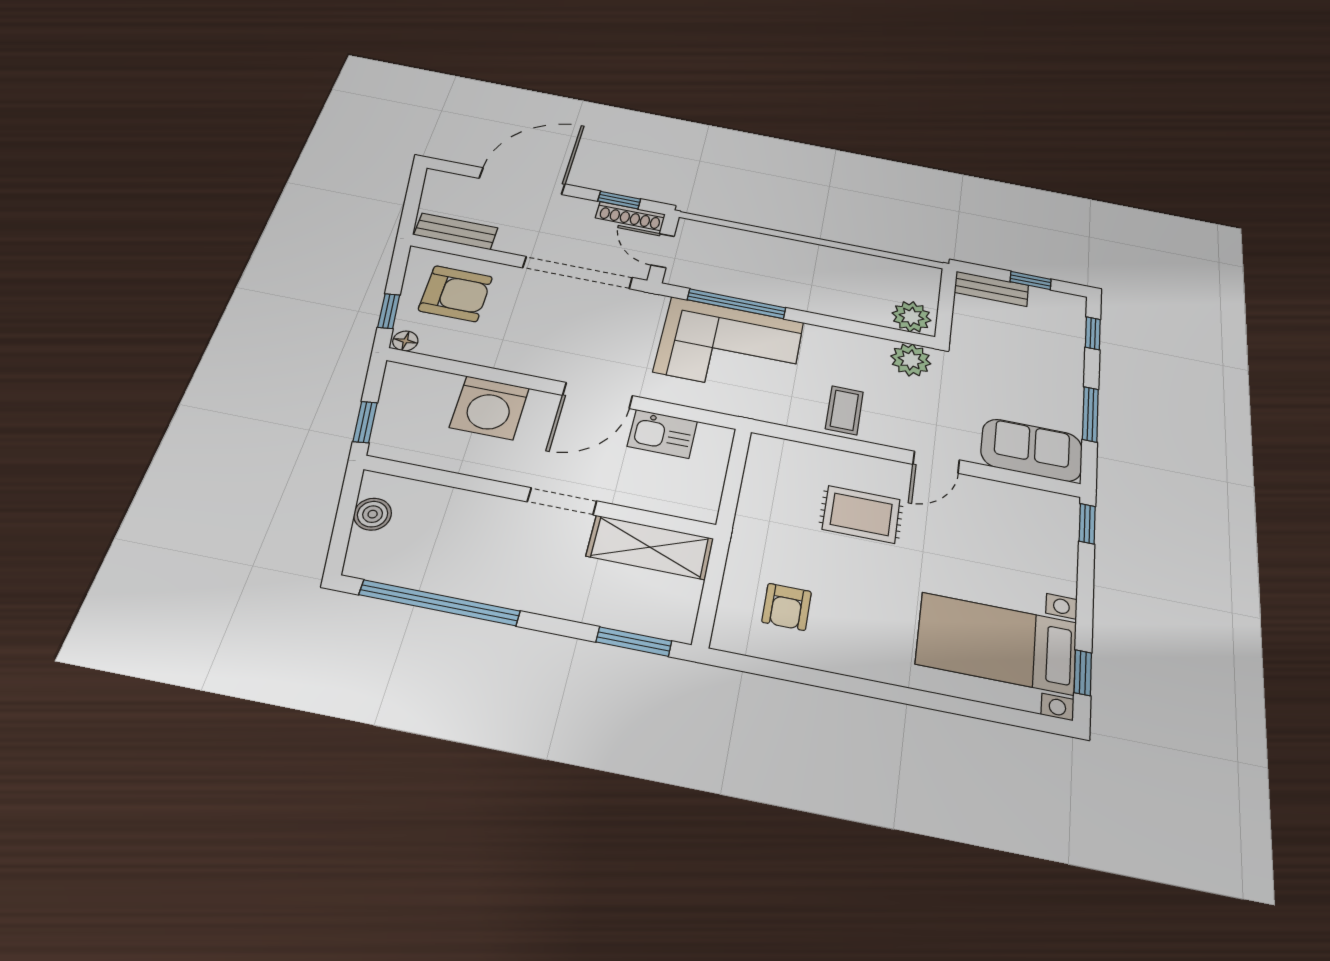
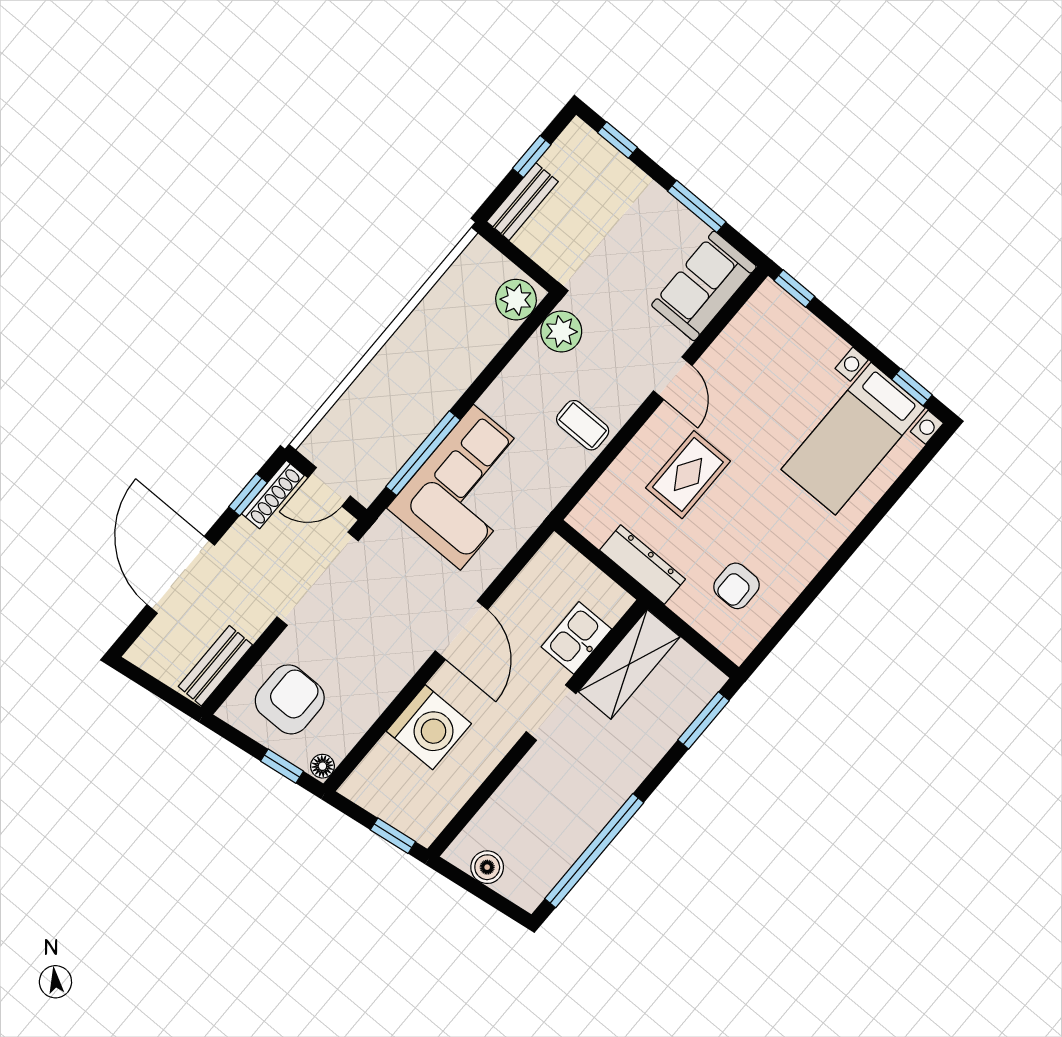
kitchen sink: (662, 434) -> (576, 638), moved, turned 180
dresser: (753, 515) -> (642, 565), added
armchair: (787, 607) -> (736, 586), turned 90

